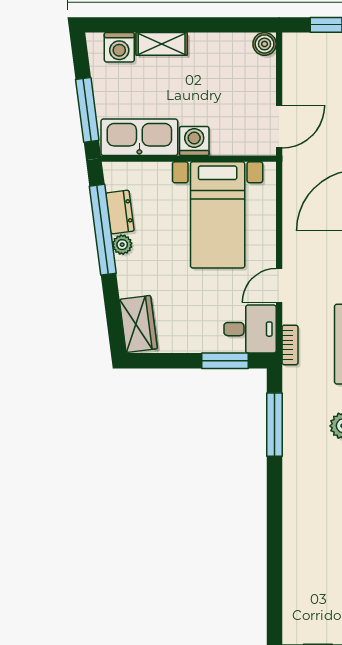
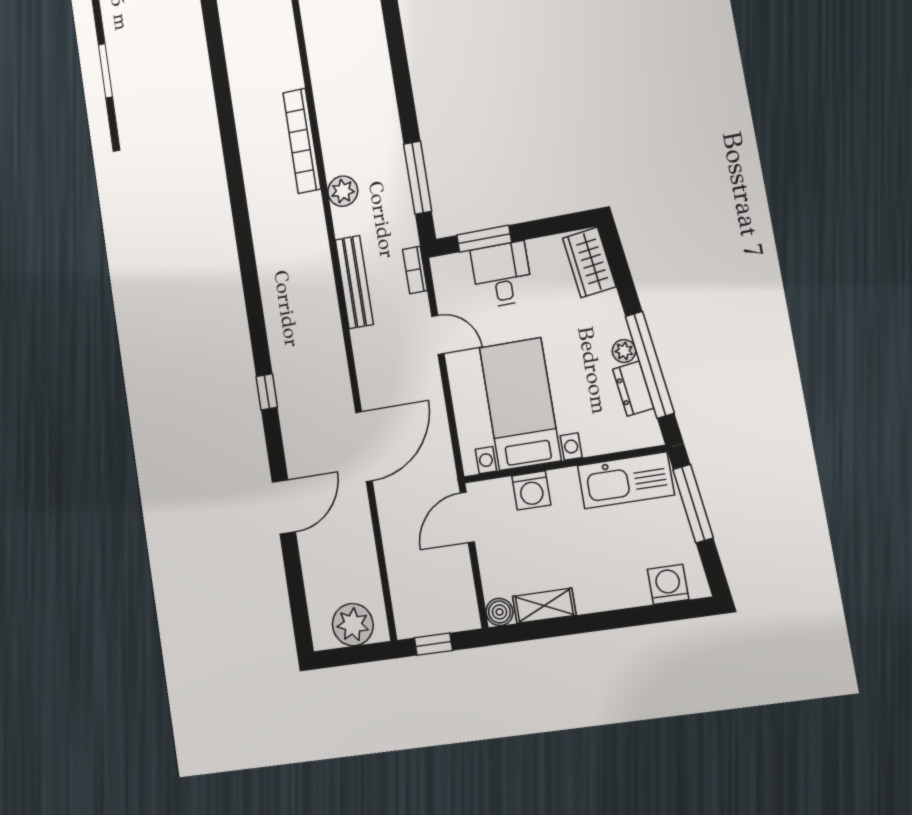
shelving: (162, 44) -> (544, 606), moved
washing machine: (194, 141) -> (531, 490), moved
door: (279, 285) -> (438, 335), hinge flipped
desk: (250, 329) -> (502, 275), moved, turned 90

